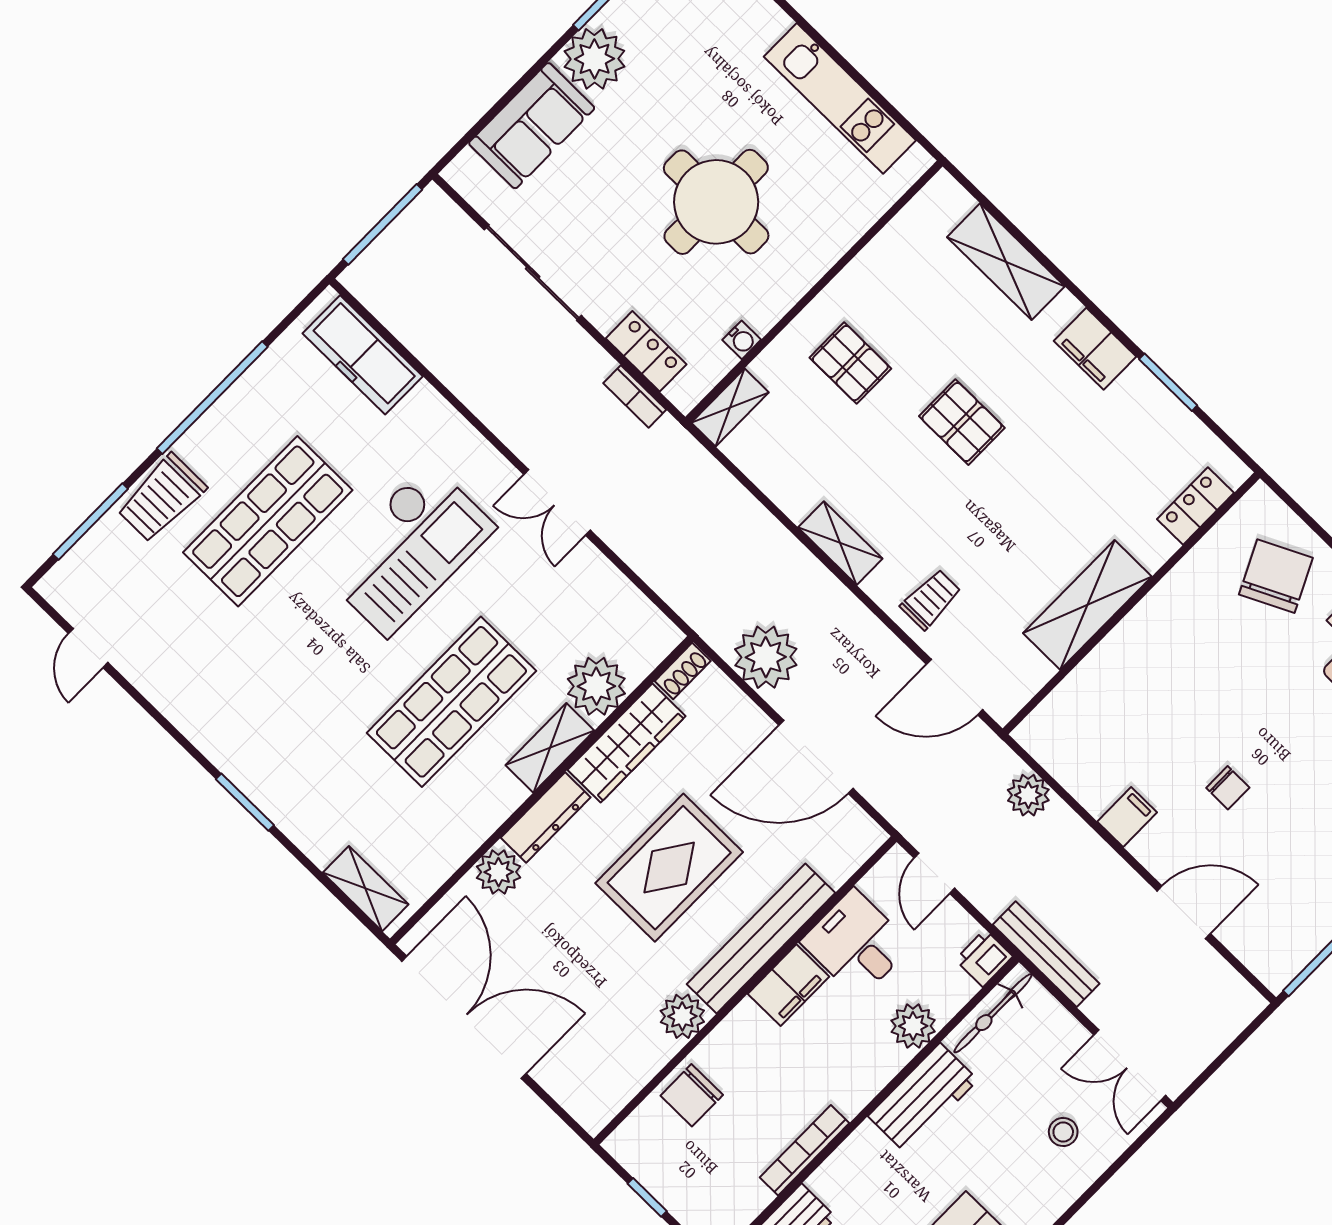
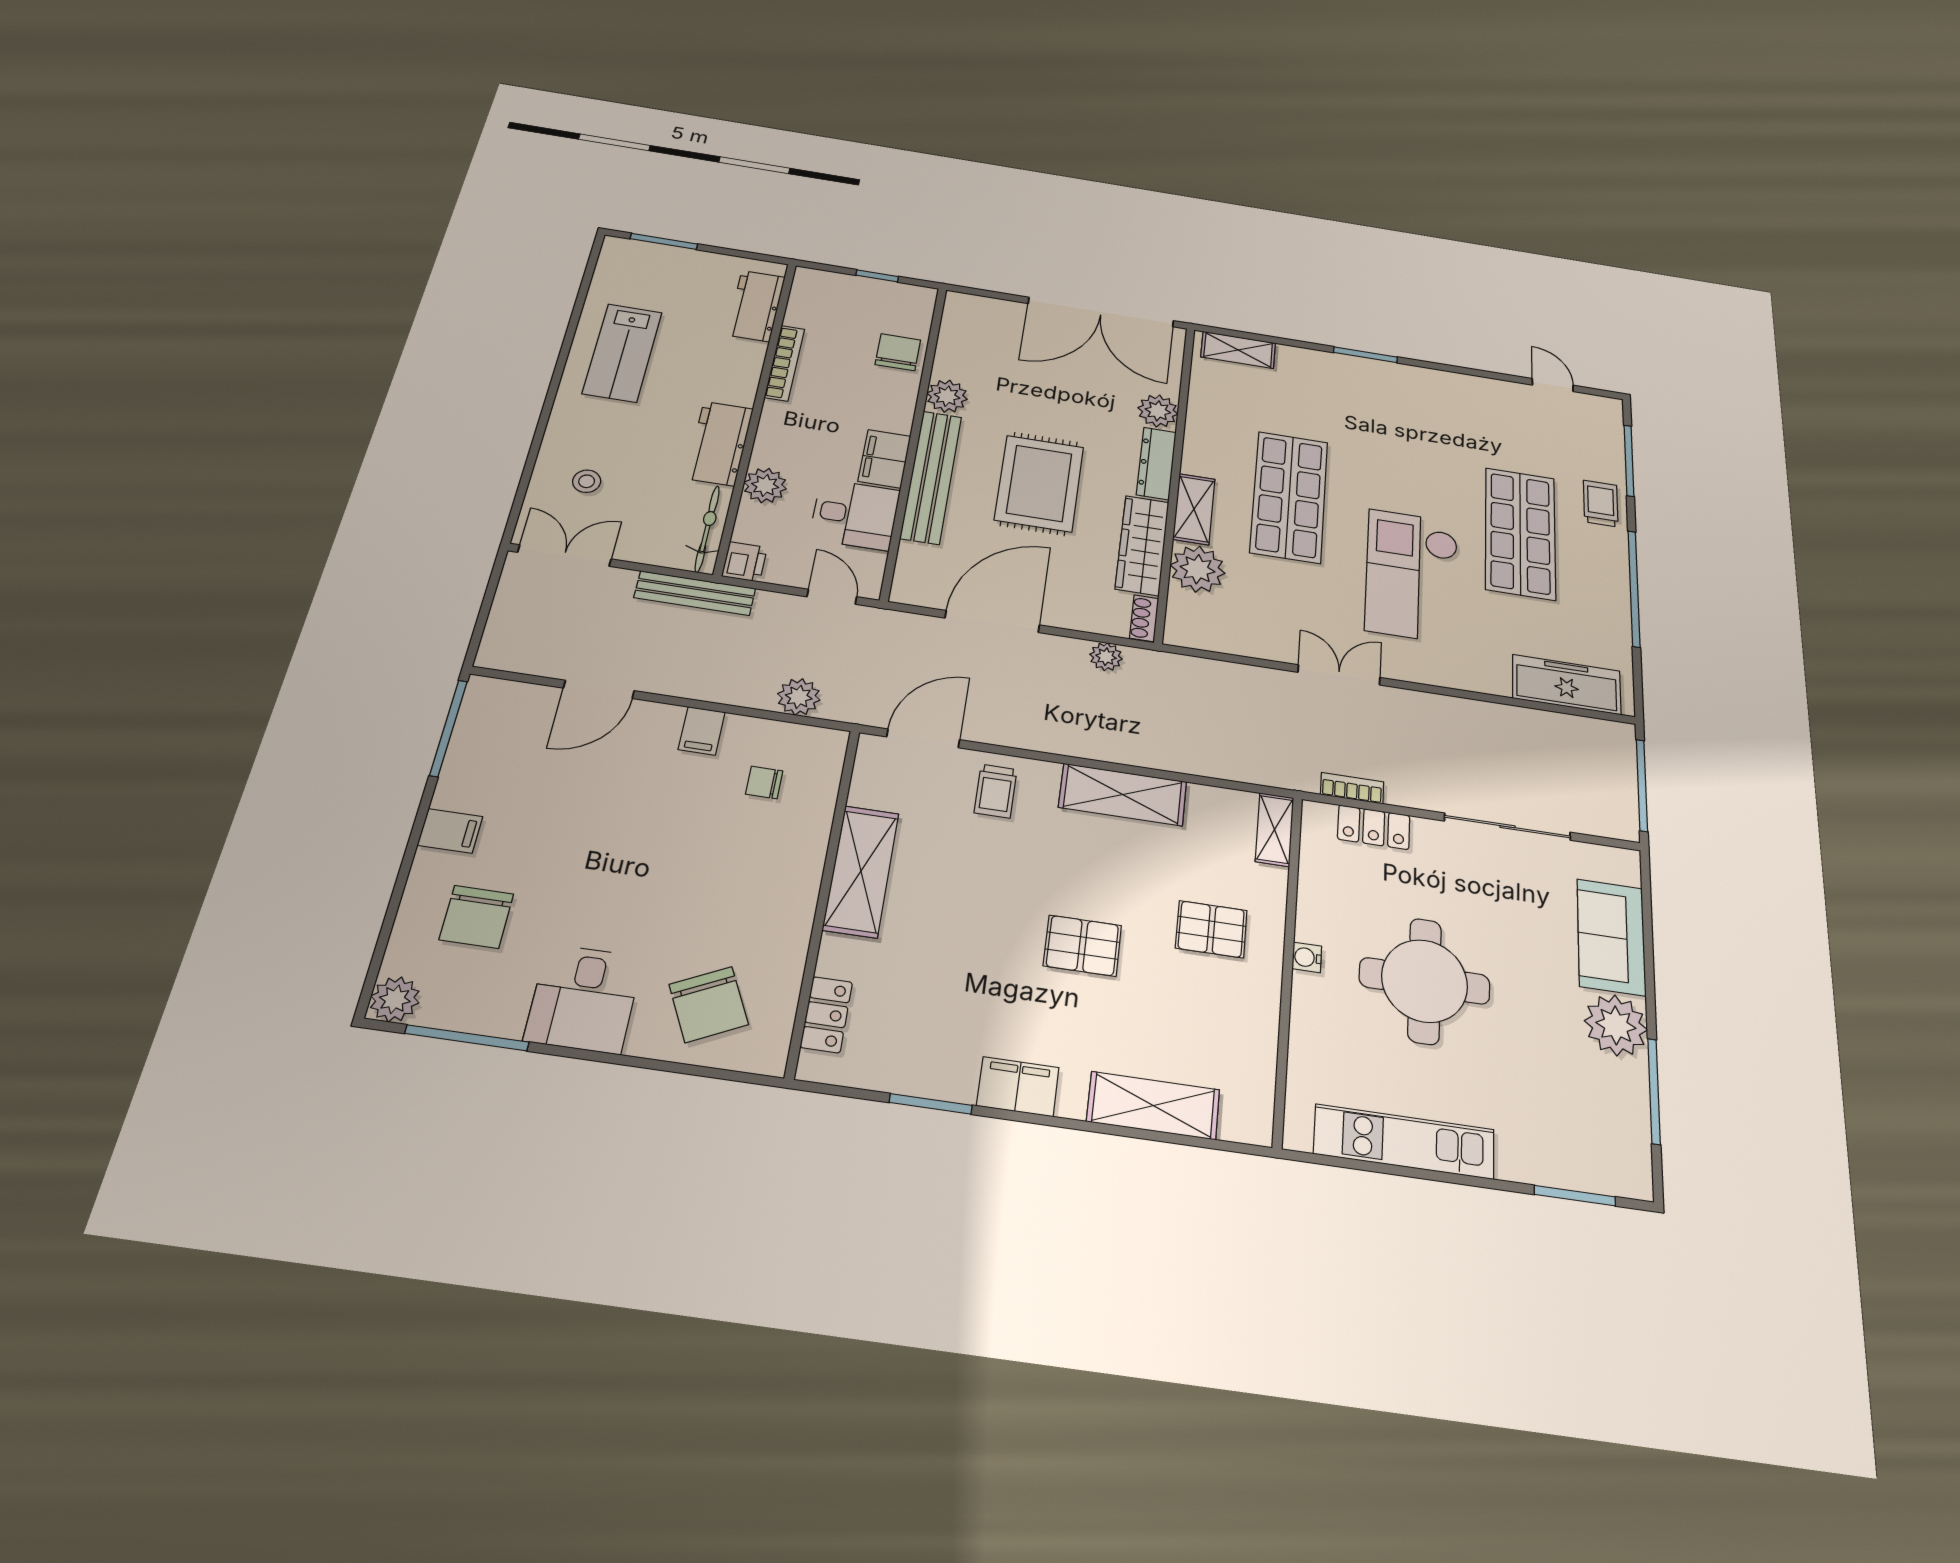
water cooler: (742, 340) -> (1307, 957), moved
trolley: (162, 498) -> (1601, 504), width x0.73, depth x0.72
shelving: (840, 543) -> (1123, 794), width x1.50, depth x1.33
plant: (766, 657) -> (1106, 657), width x0.53, depth x0.53
chair: (1228, 788) -> (764, 782), moved

